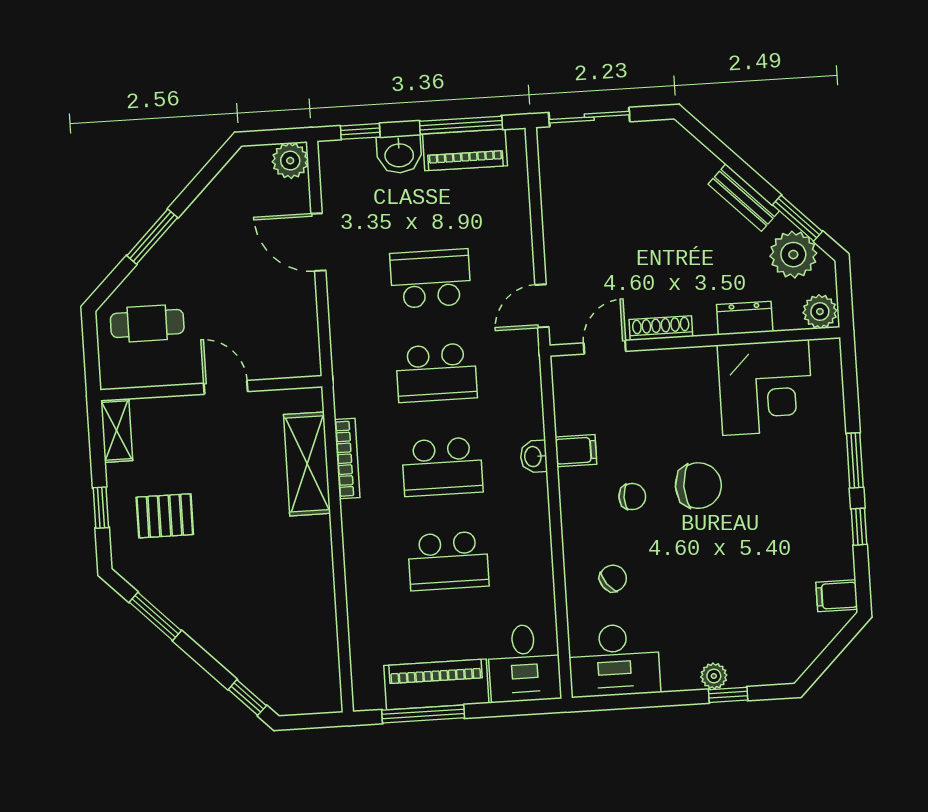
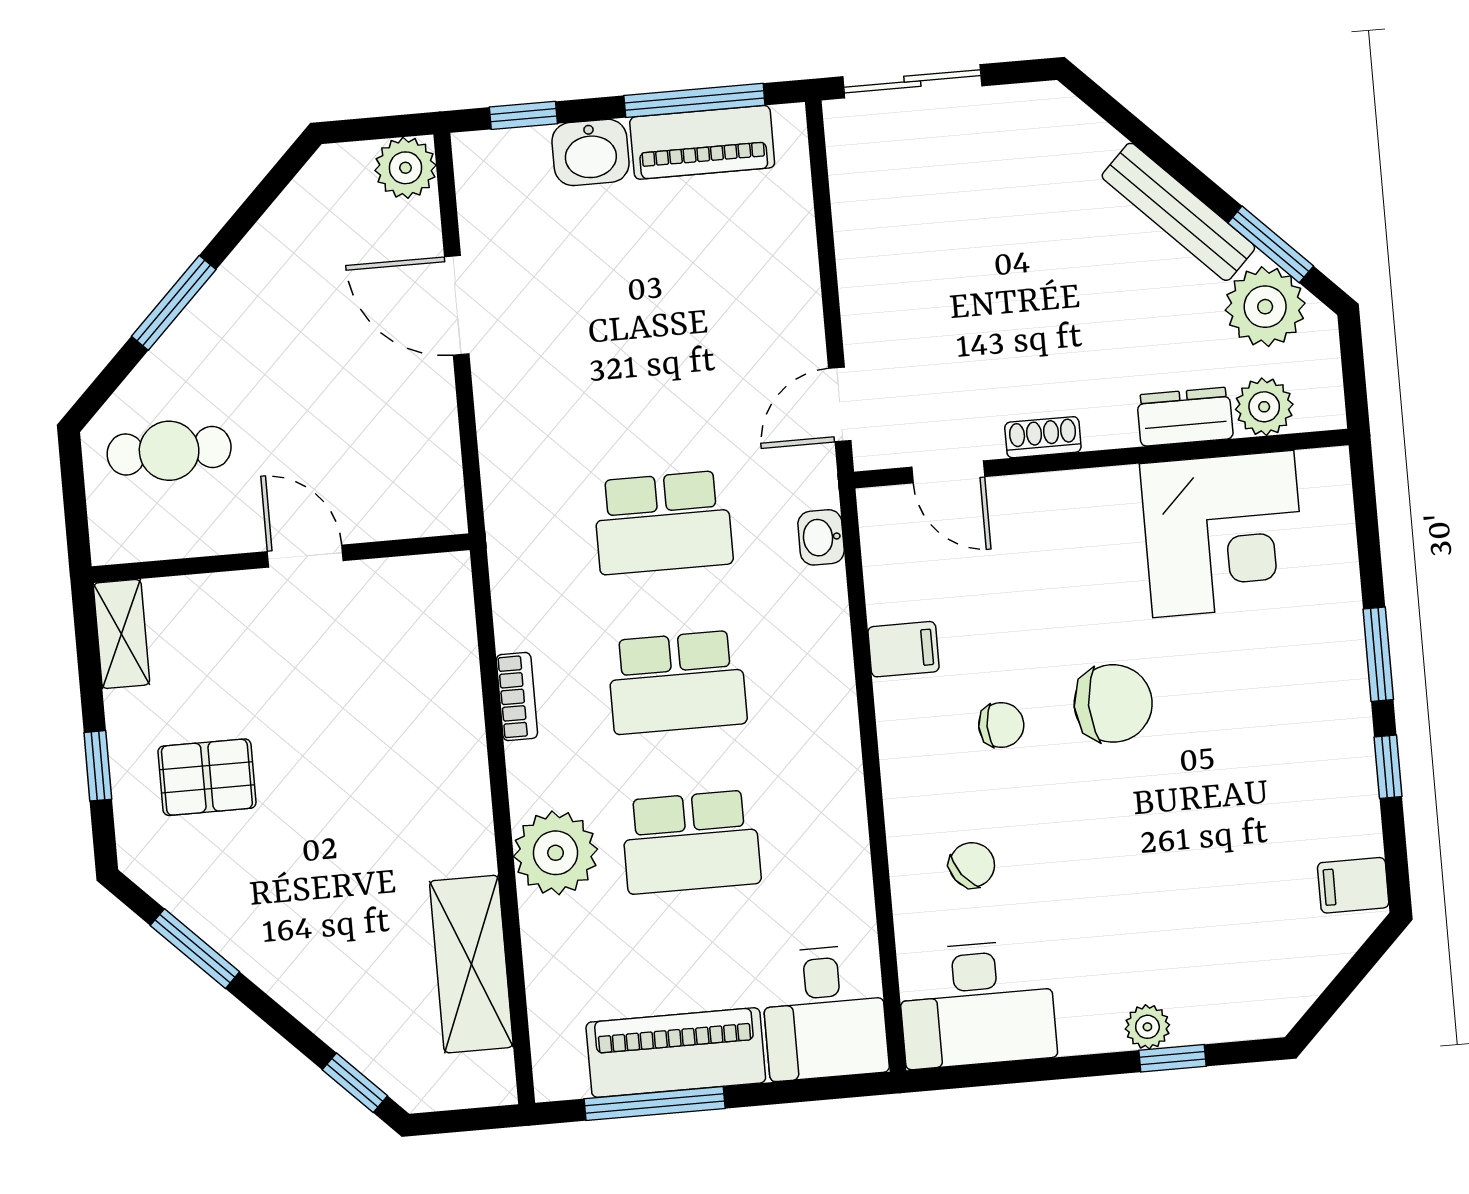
bench: (744, 198) -> (1178, 212), width x1.36
school desk: (430, 279) -> (649, 363), removed
plant: (820, 312) -> (1264, 407), moved
shoe rack: (661, 328) -> (1043, 437), width x0.70
door: (605, 347) -> (948, 472), swing flipped
washbasin: (534, 457) -> (821, 537), moved
bookcase: (347, 459) -> (517, 696), width x0.64
shelving: (307, 464) -> (471, 964), moved
plant: (369, 565) -> (556, 853), added

